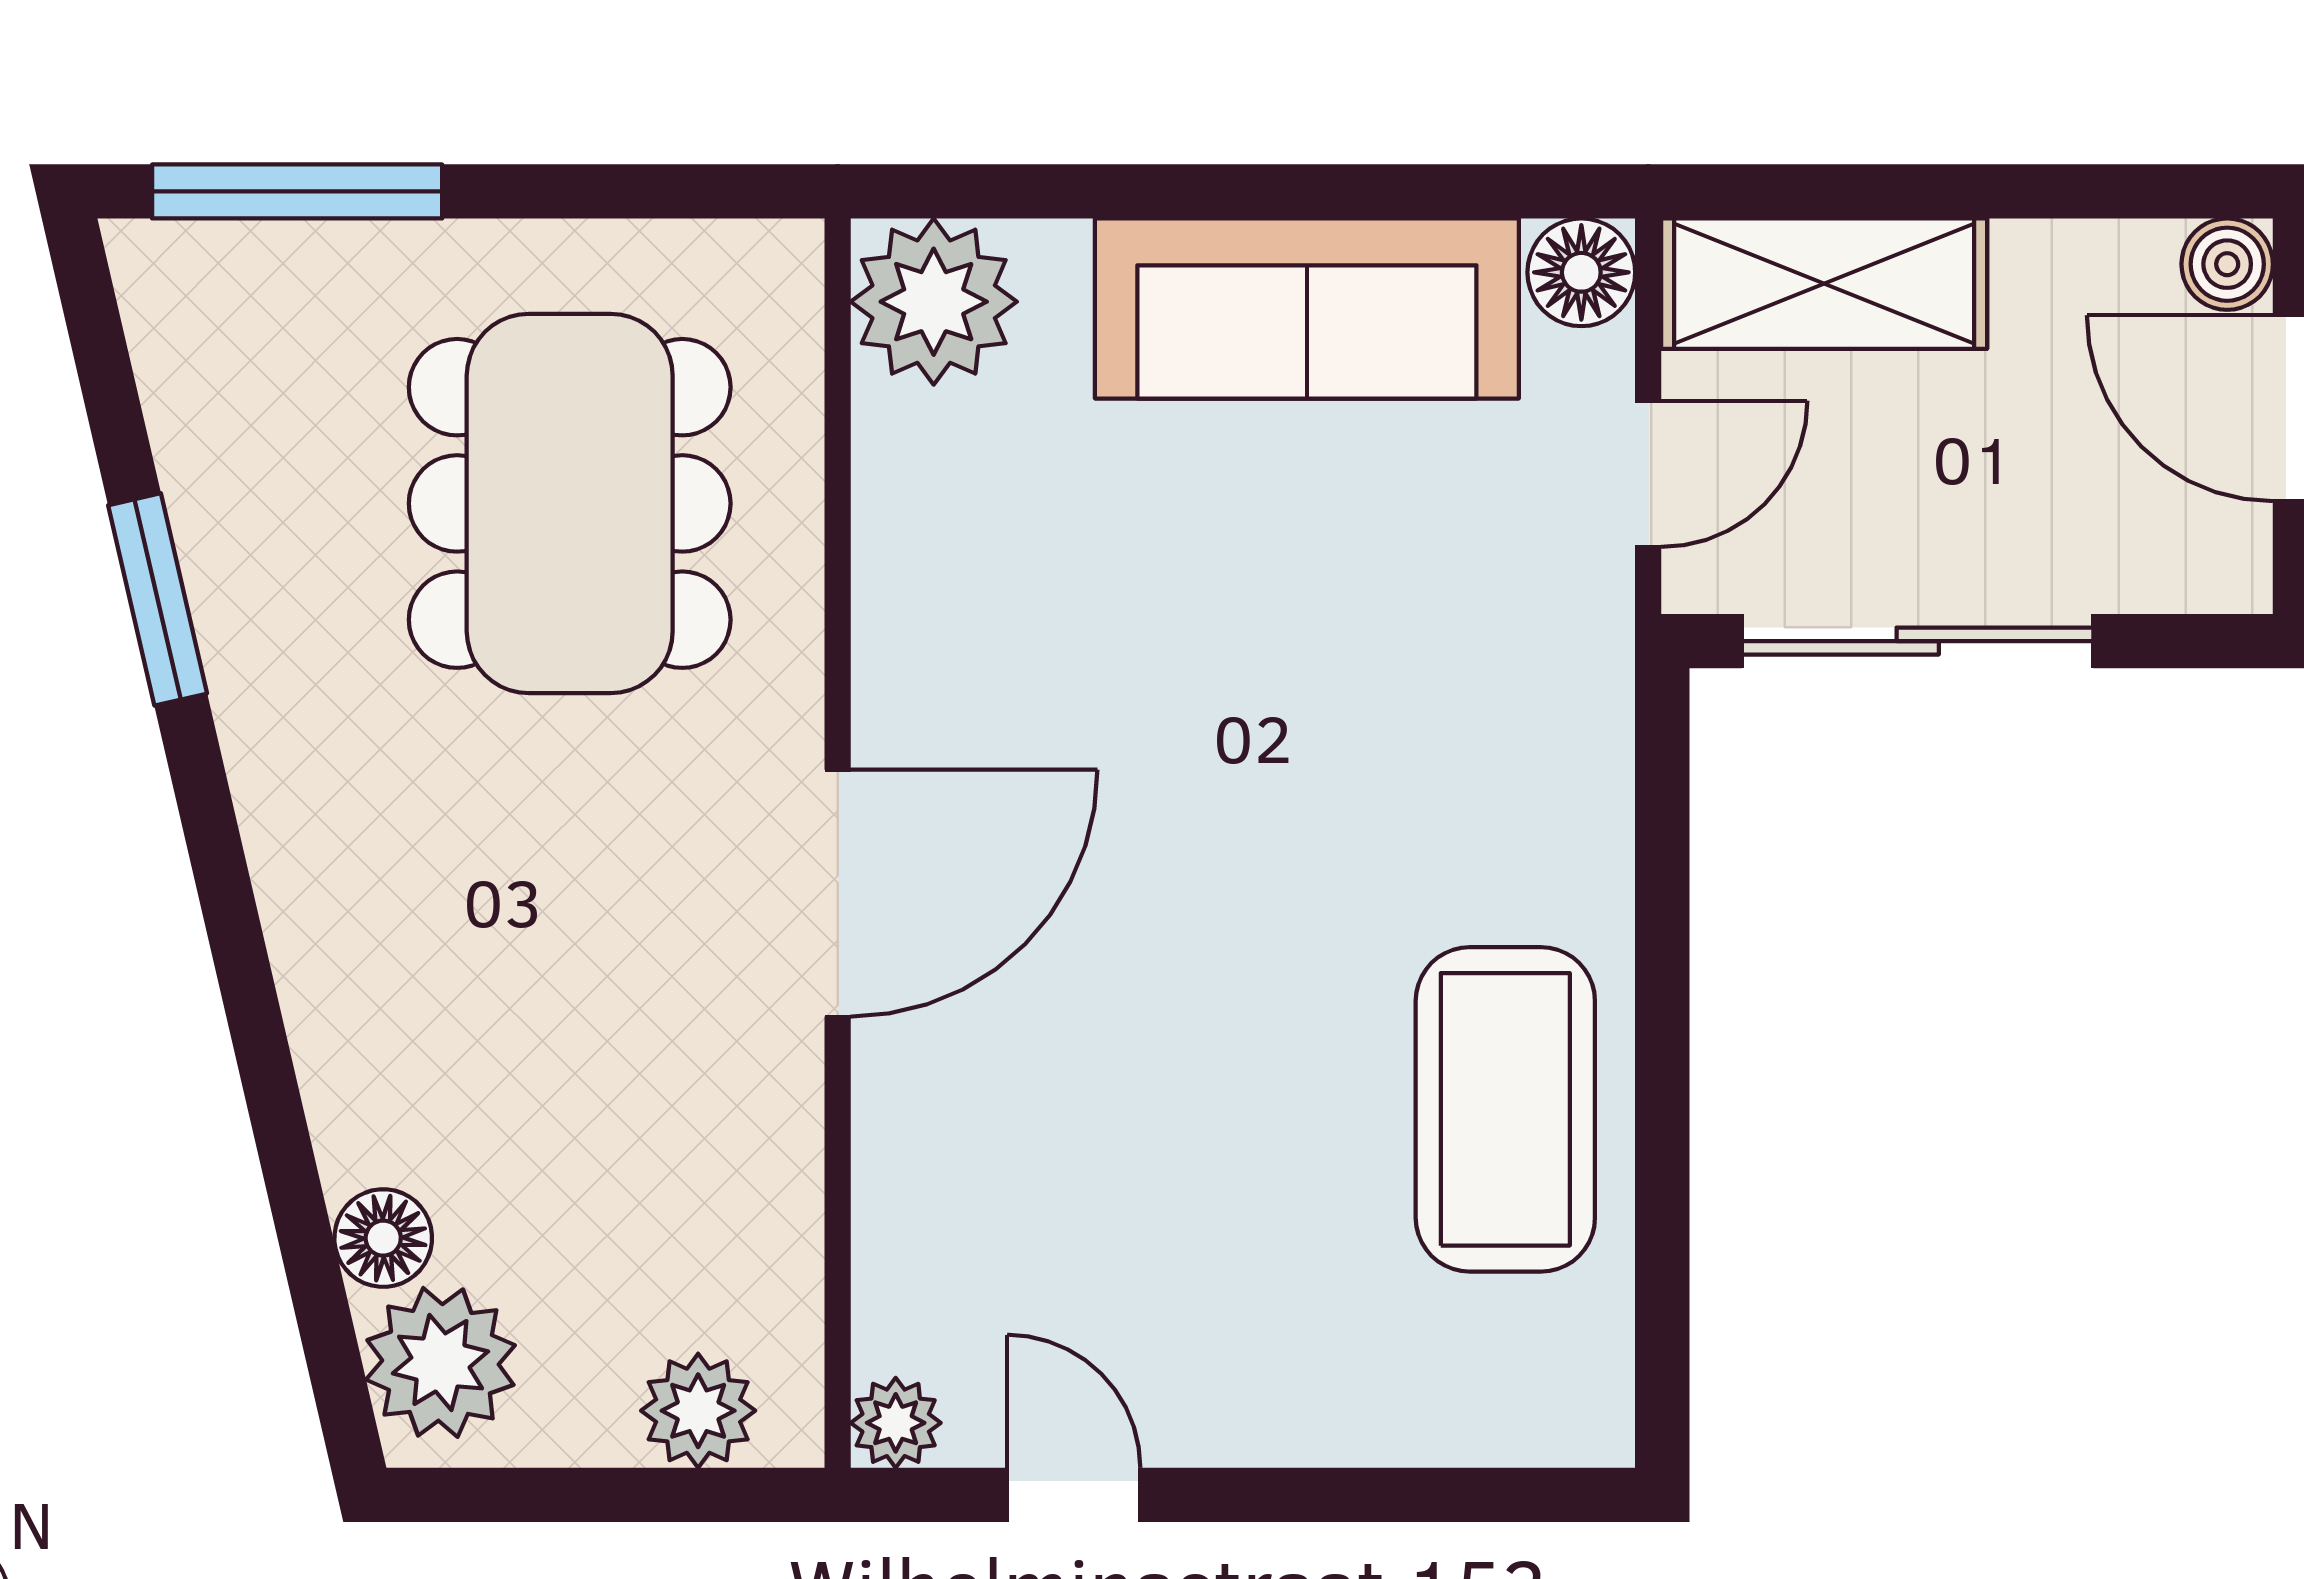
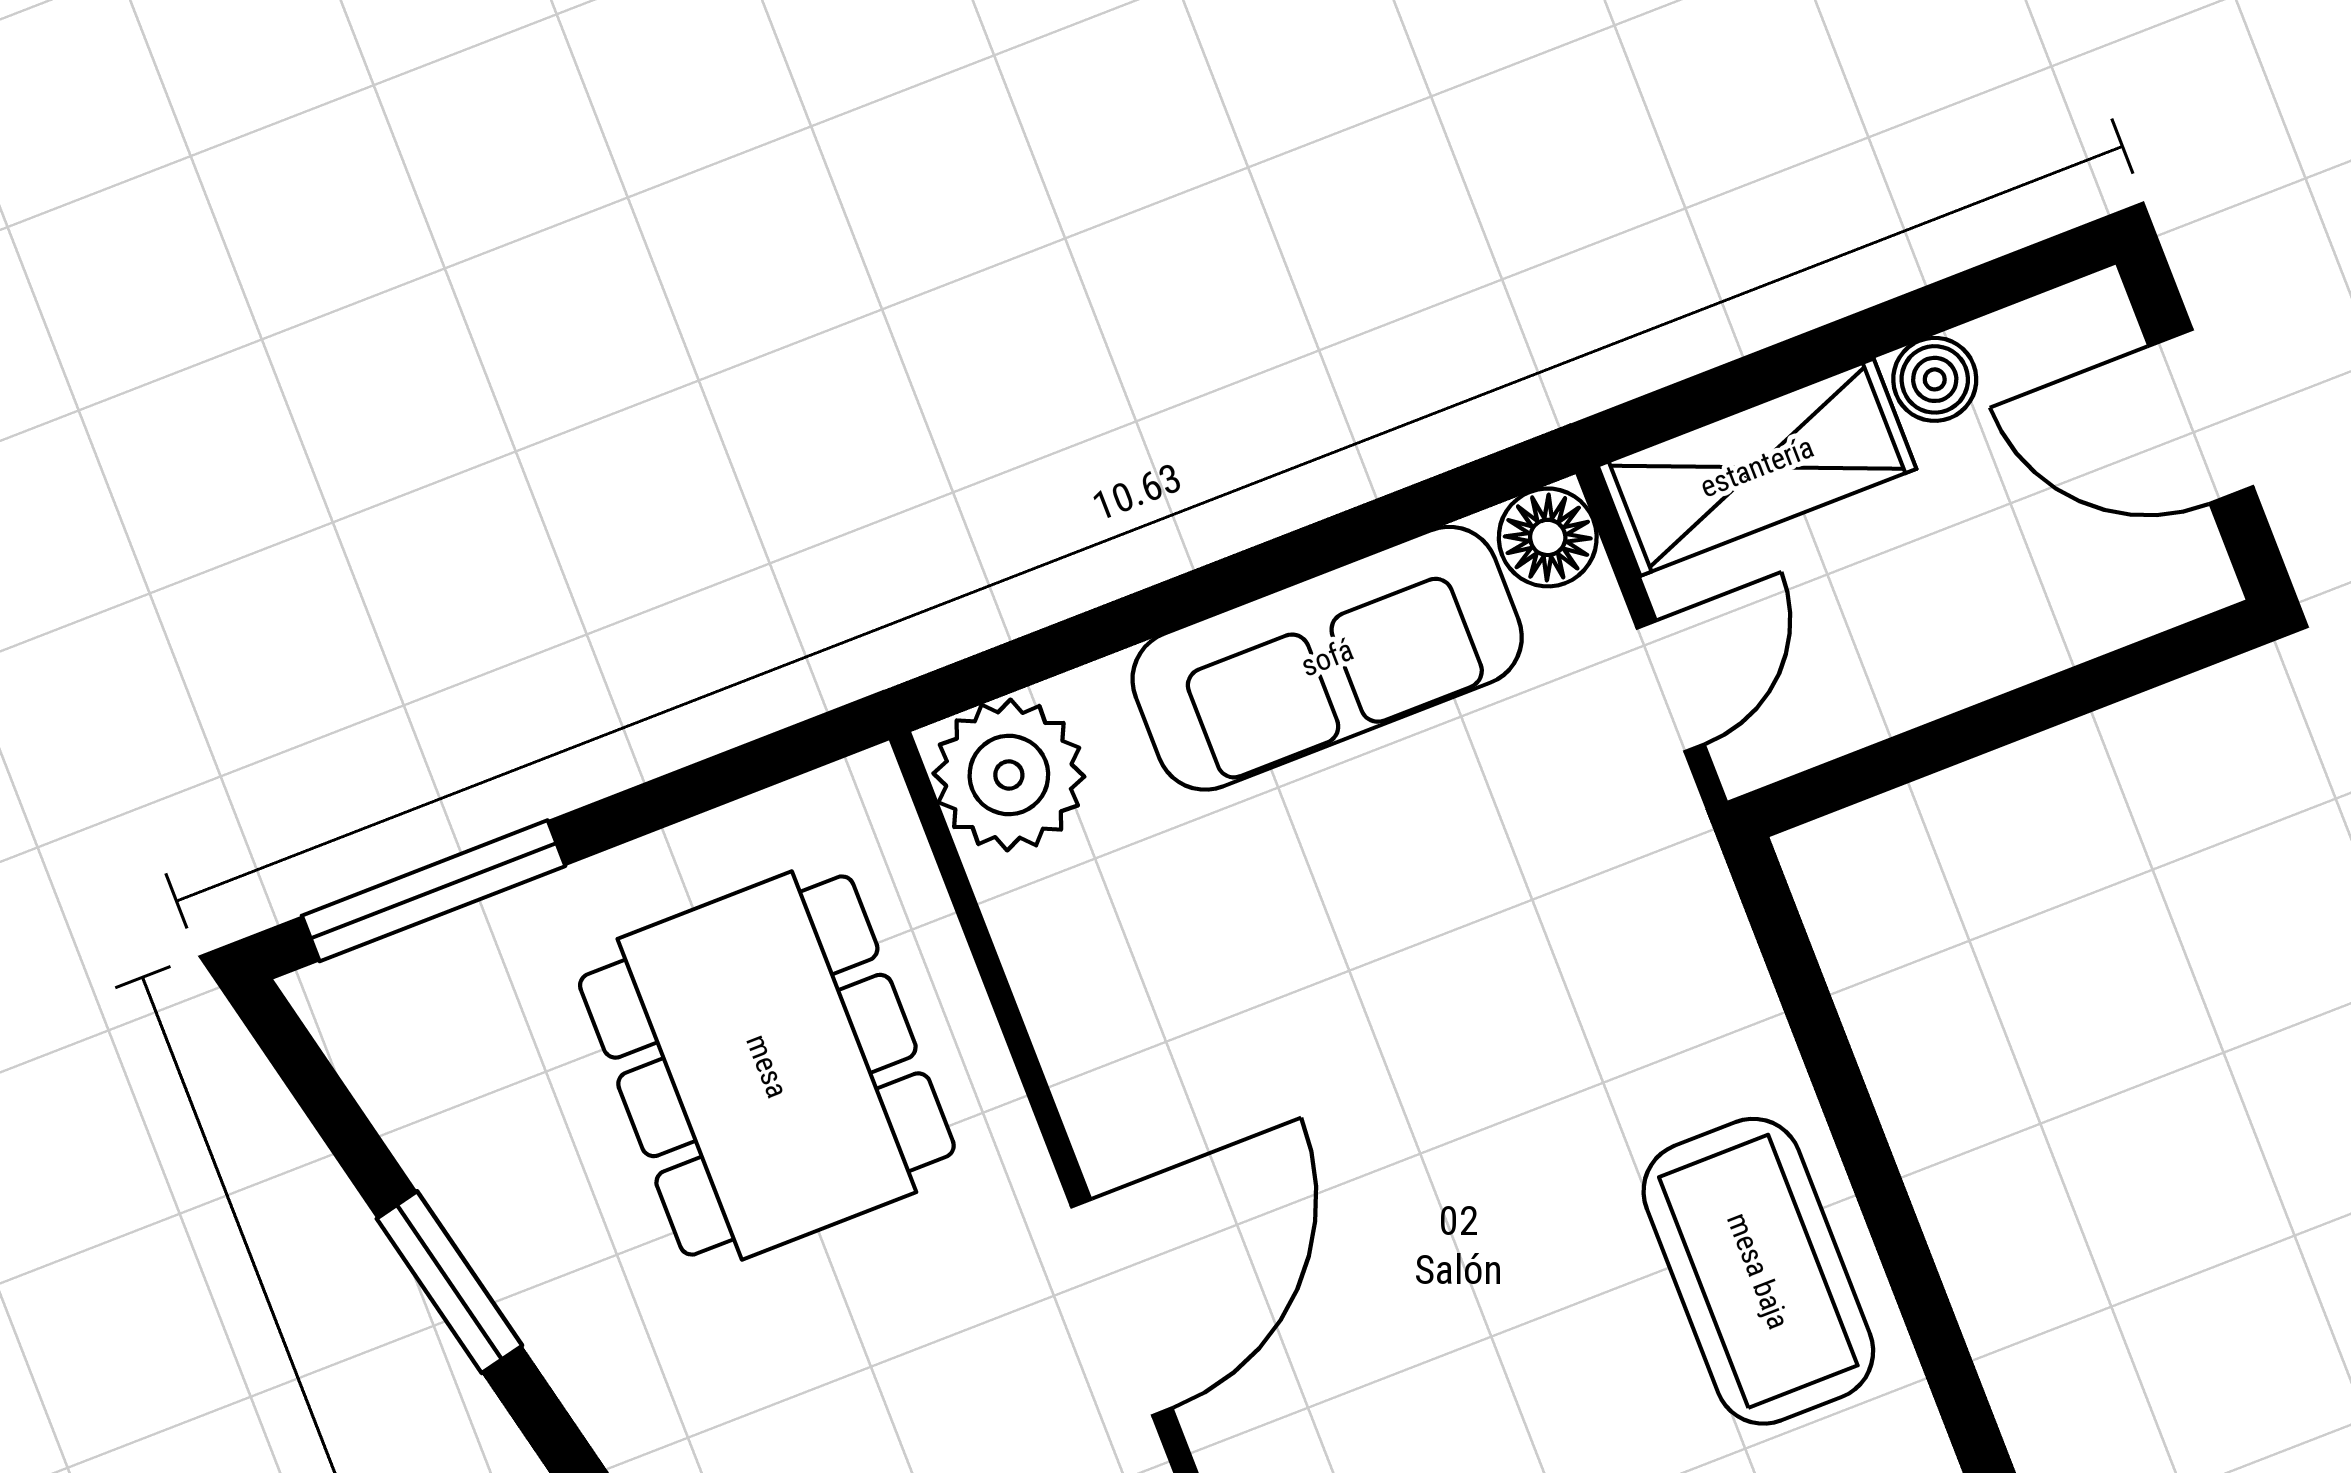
boiler: (2227, 264) -> (1935, 379), moved
sliding door: (1918, 641) -> (1954, 739), removed

